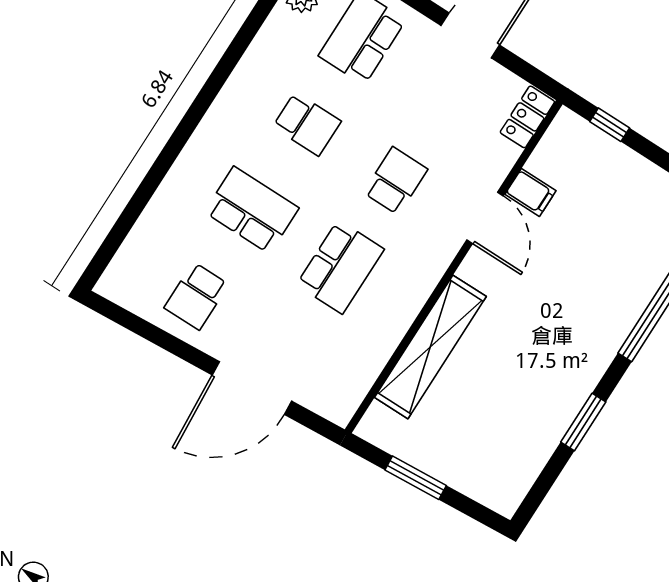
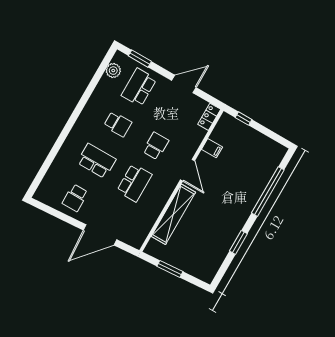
door: (485, 218) -> (187, 170), moved

